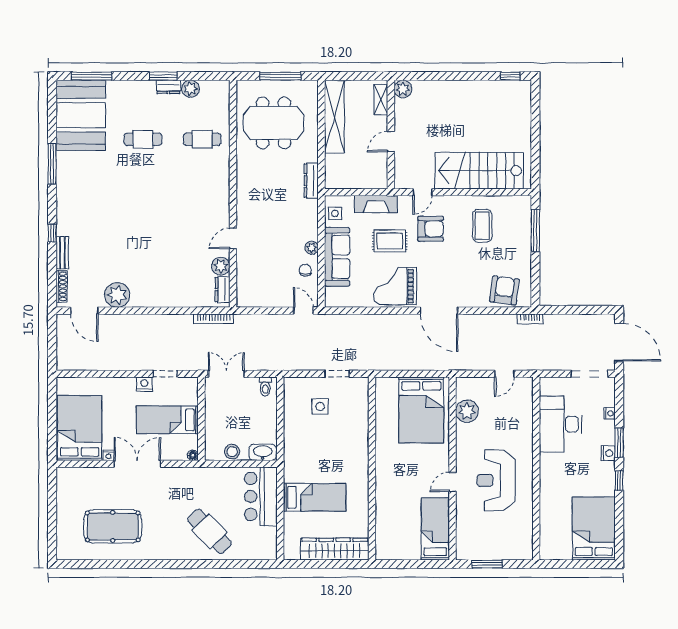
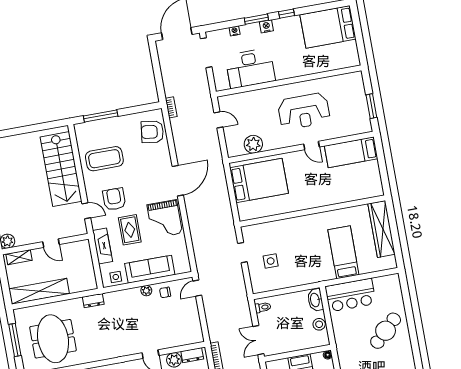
dresser: (311, 181) -> (93, 301), width x0.70
coffee table: (482, 226) -> (104, 159), width x1.36, depth x1.32

